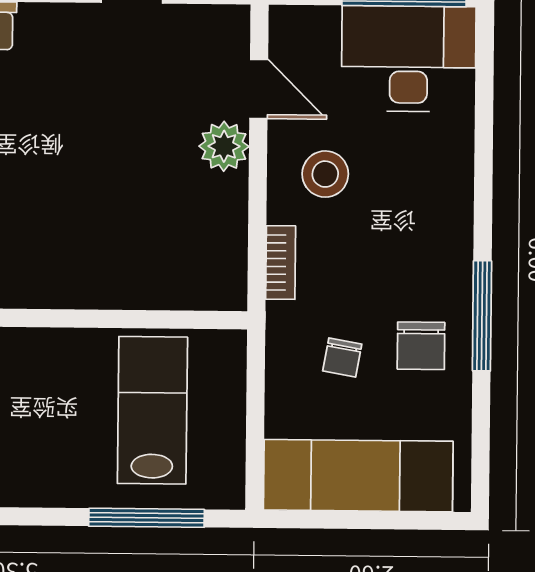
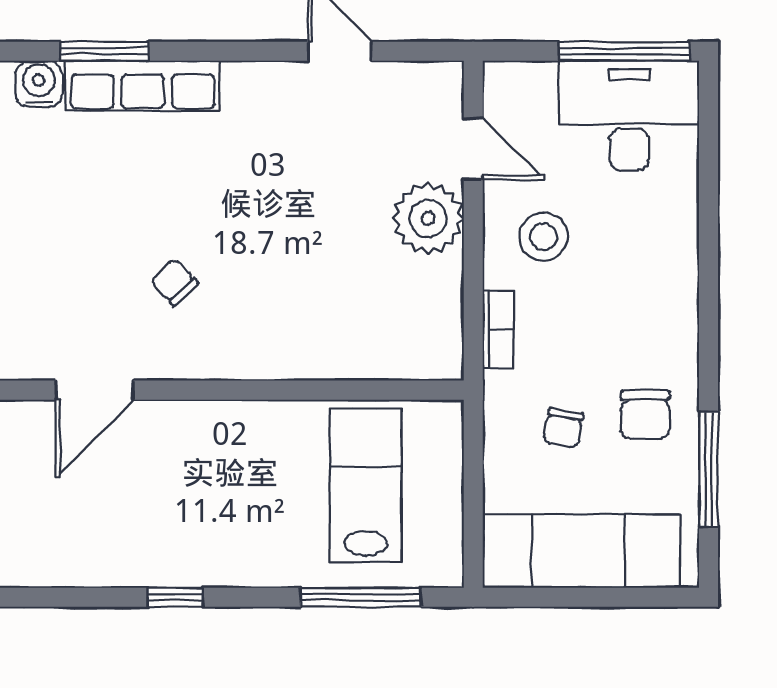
plant: (224, 146) -> (428, 218), width x1.36, depth x1.36
window: (482, 316) -> (709, 469), moved

